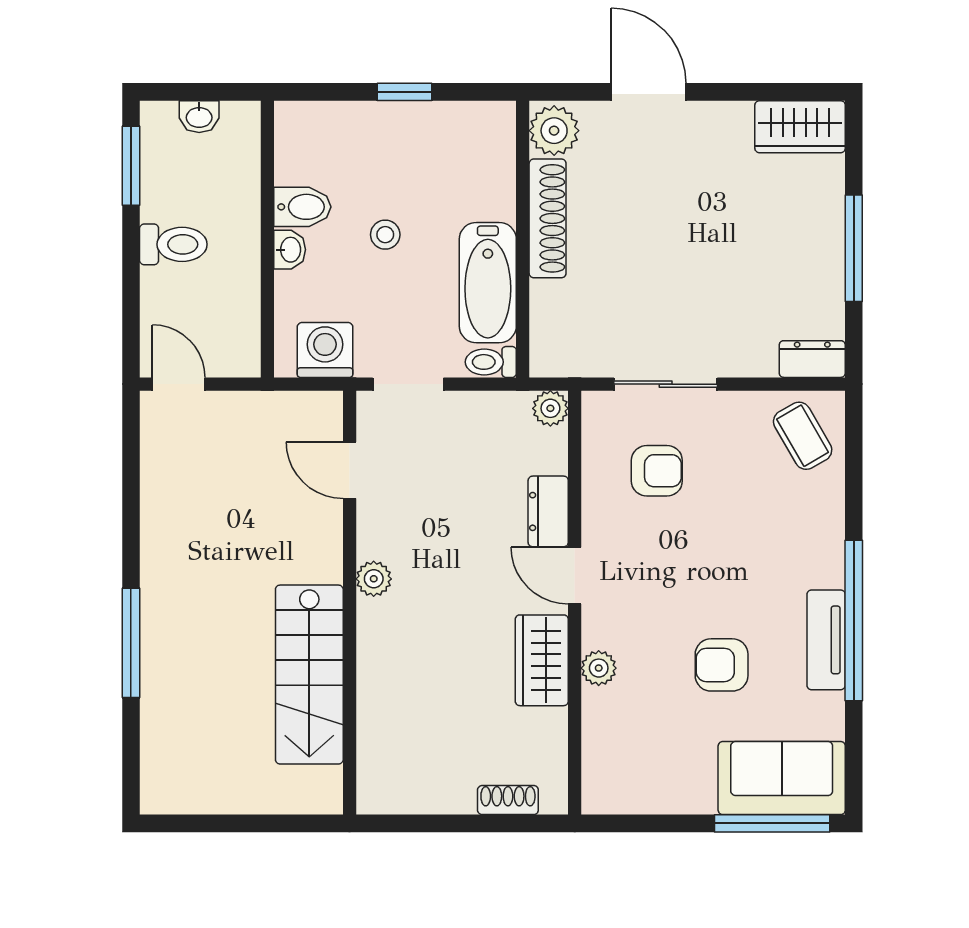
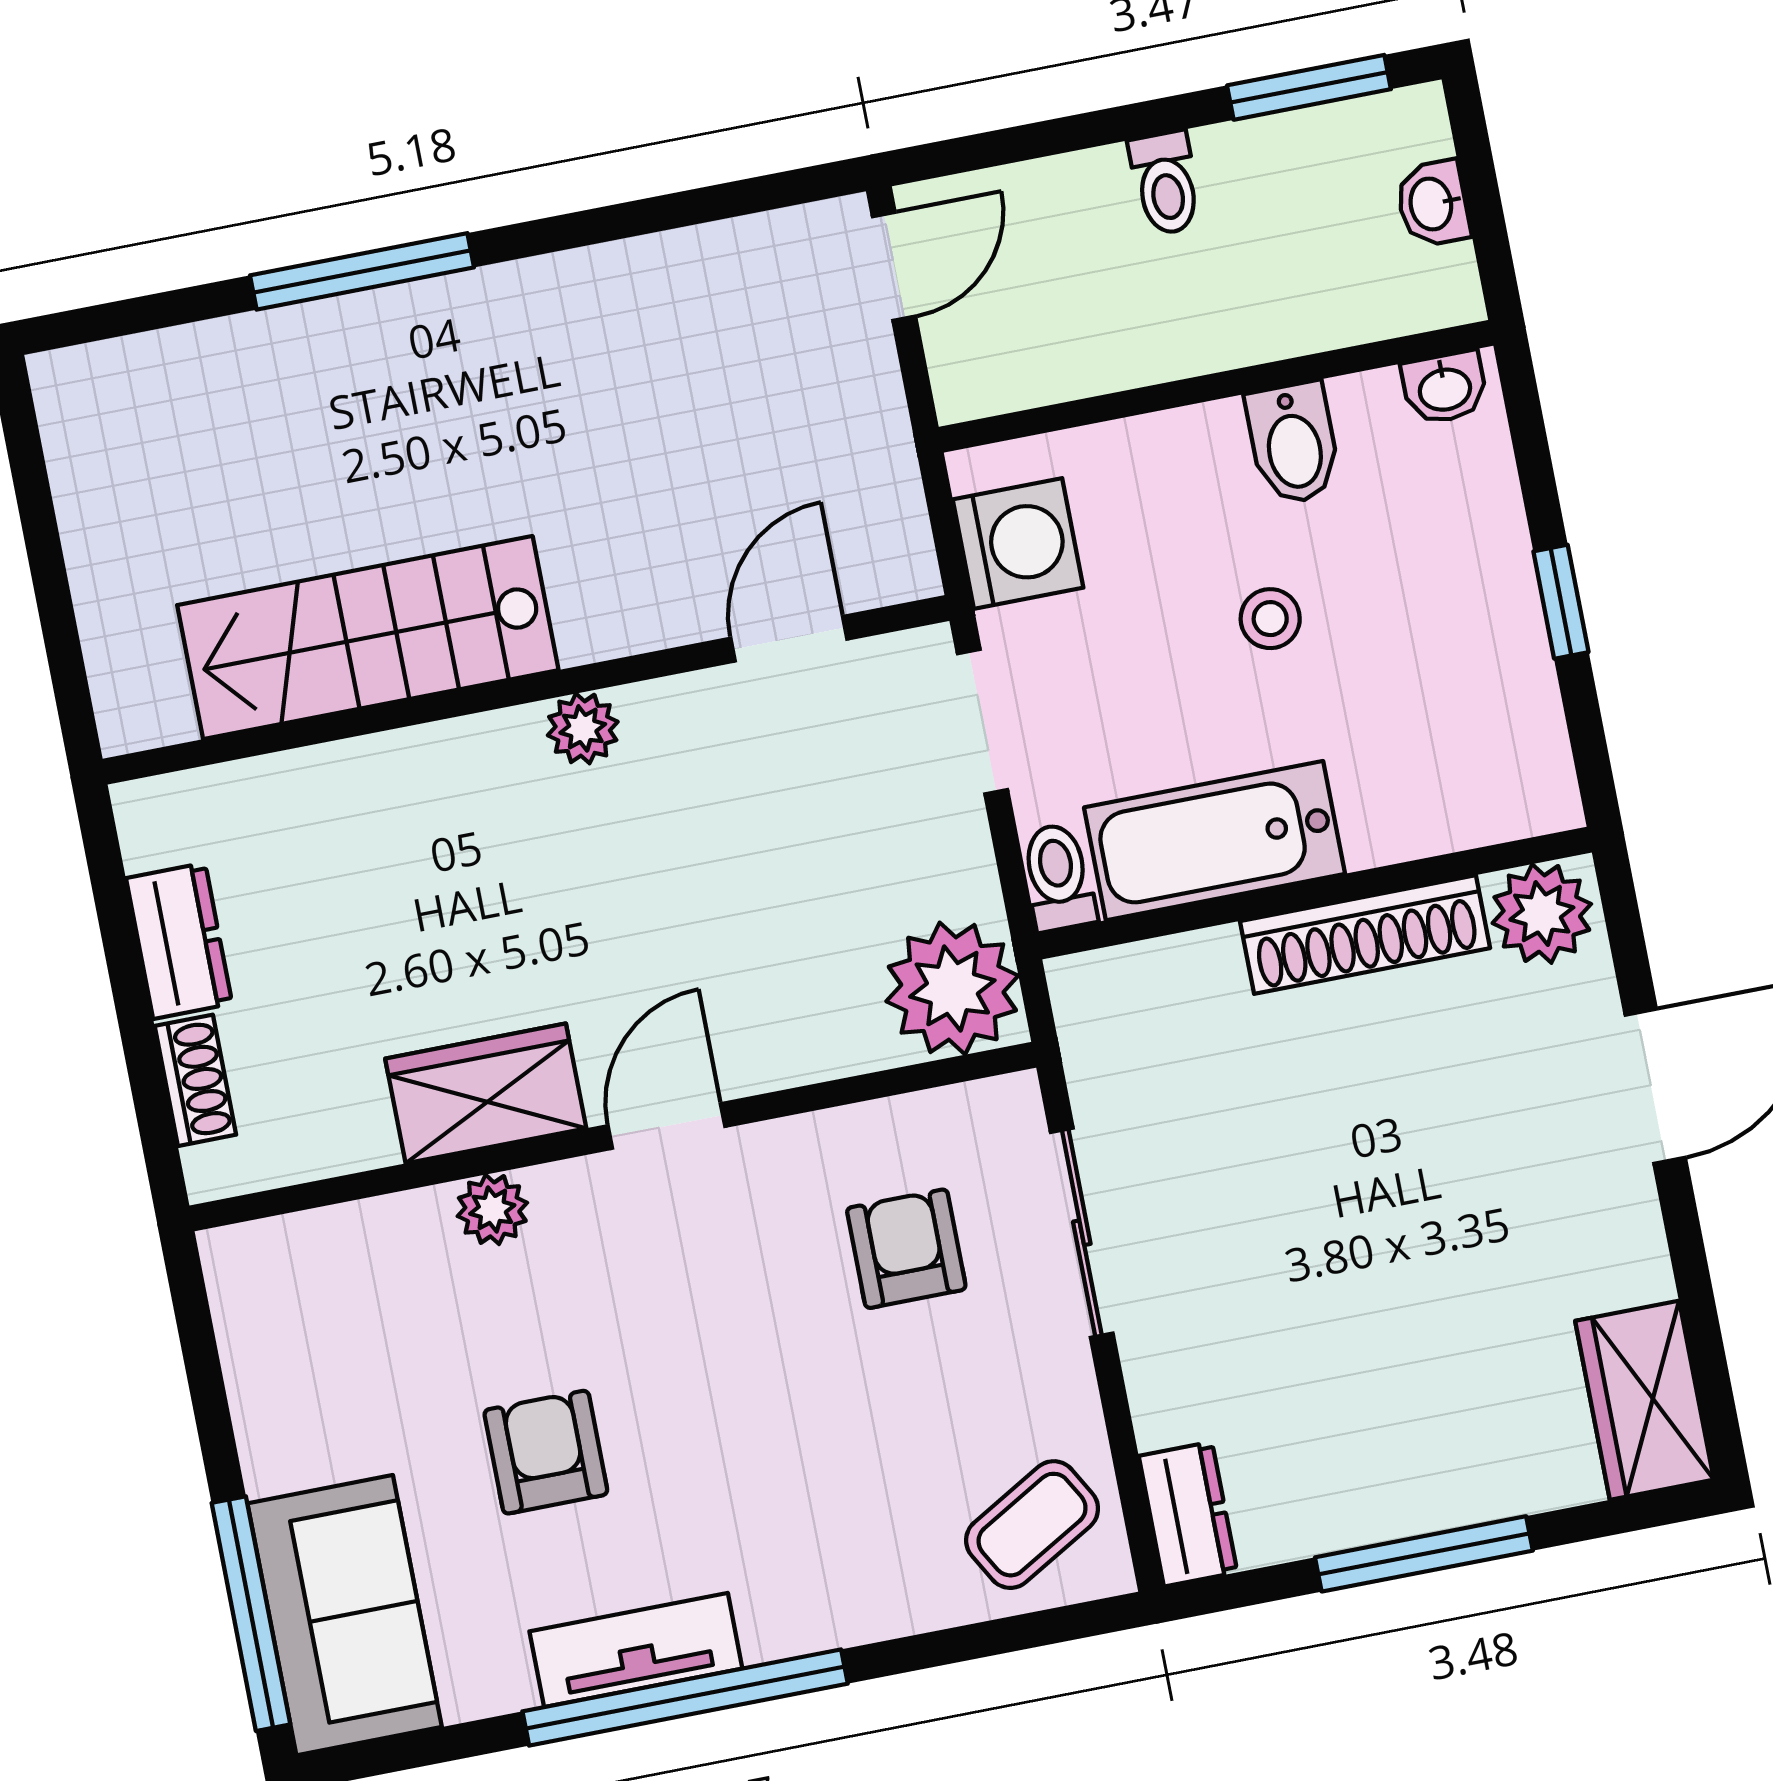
toilet: (173, 244) -> (1165, 183), width x0.73, depth x0.72
washbasin: (290, 250) -> (1445, 388), moved
plant: (550, 408) -> (952, 989), width x1.88, depth x1.88
armchair: (657, 471) -> (906, 1249), turned 180
dresser: (548, 511) -> (179, 941), moved, turned 90

